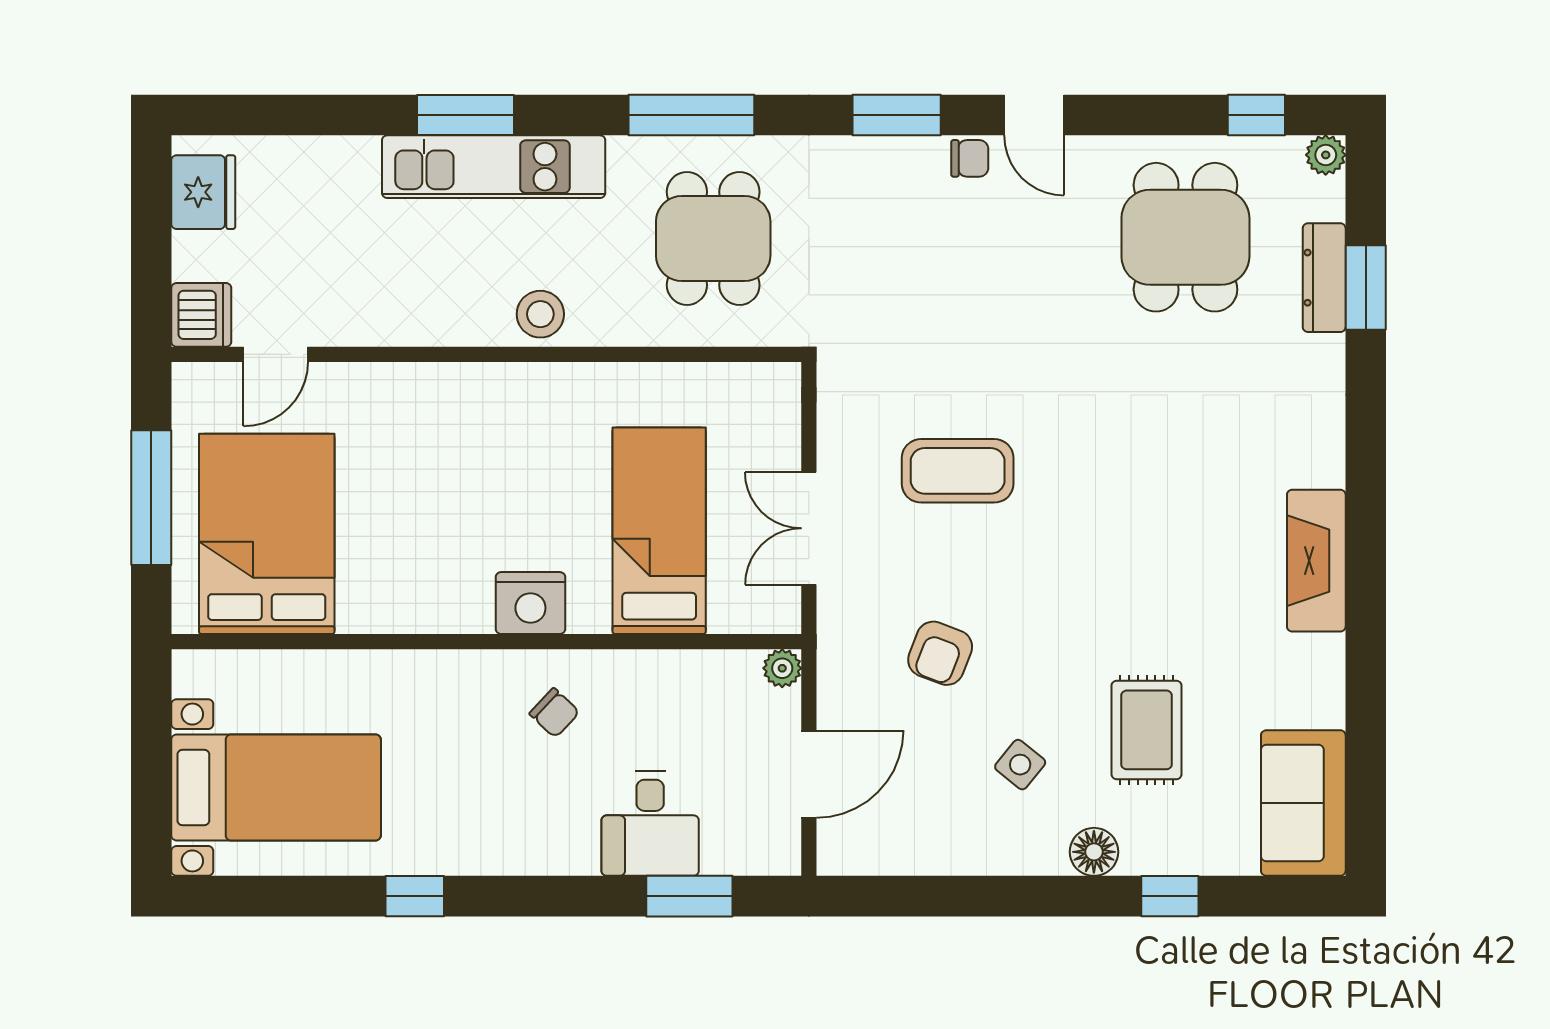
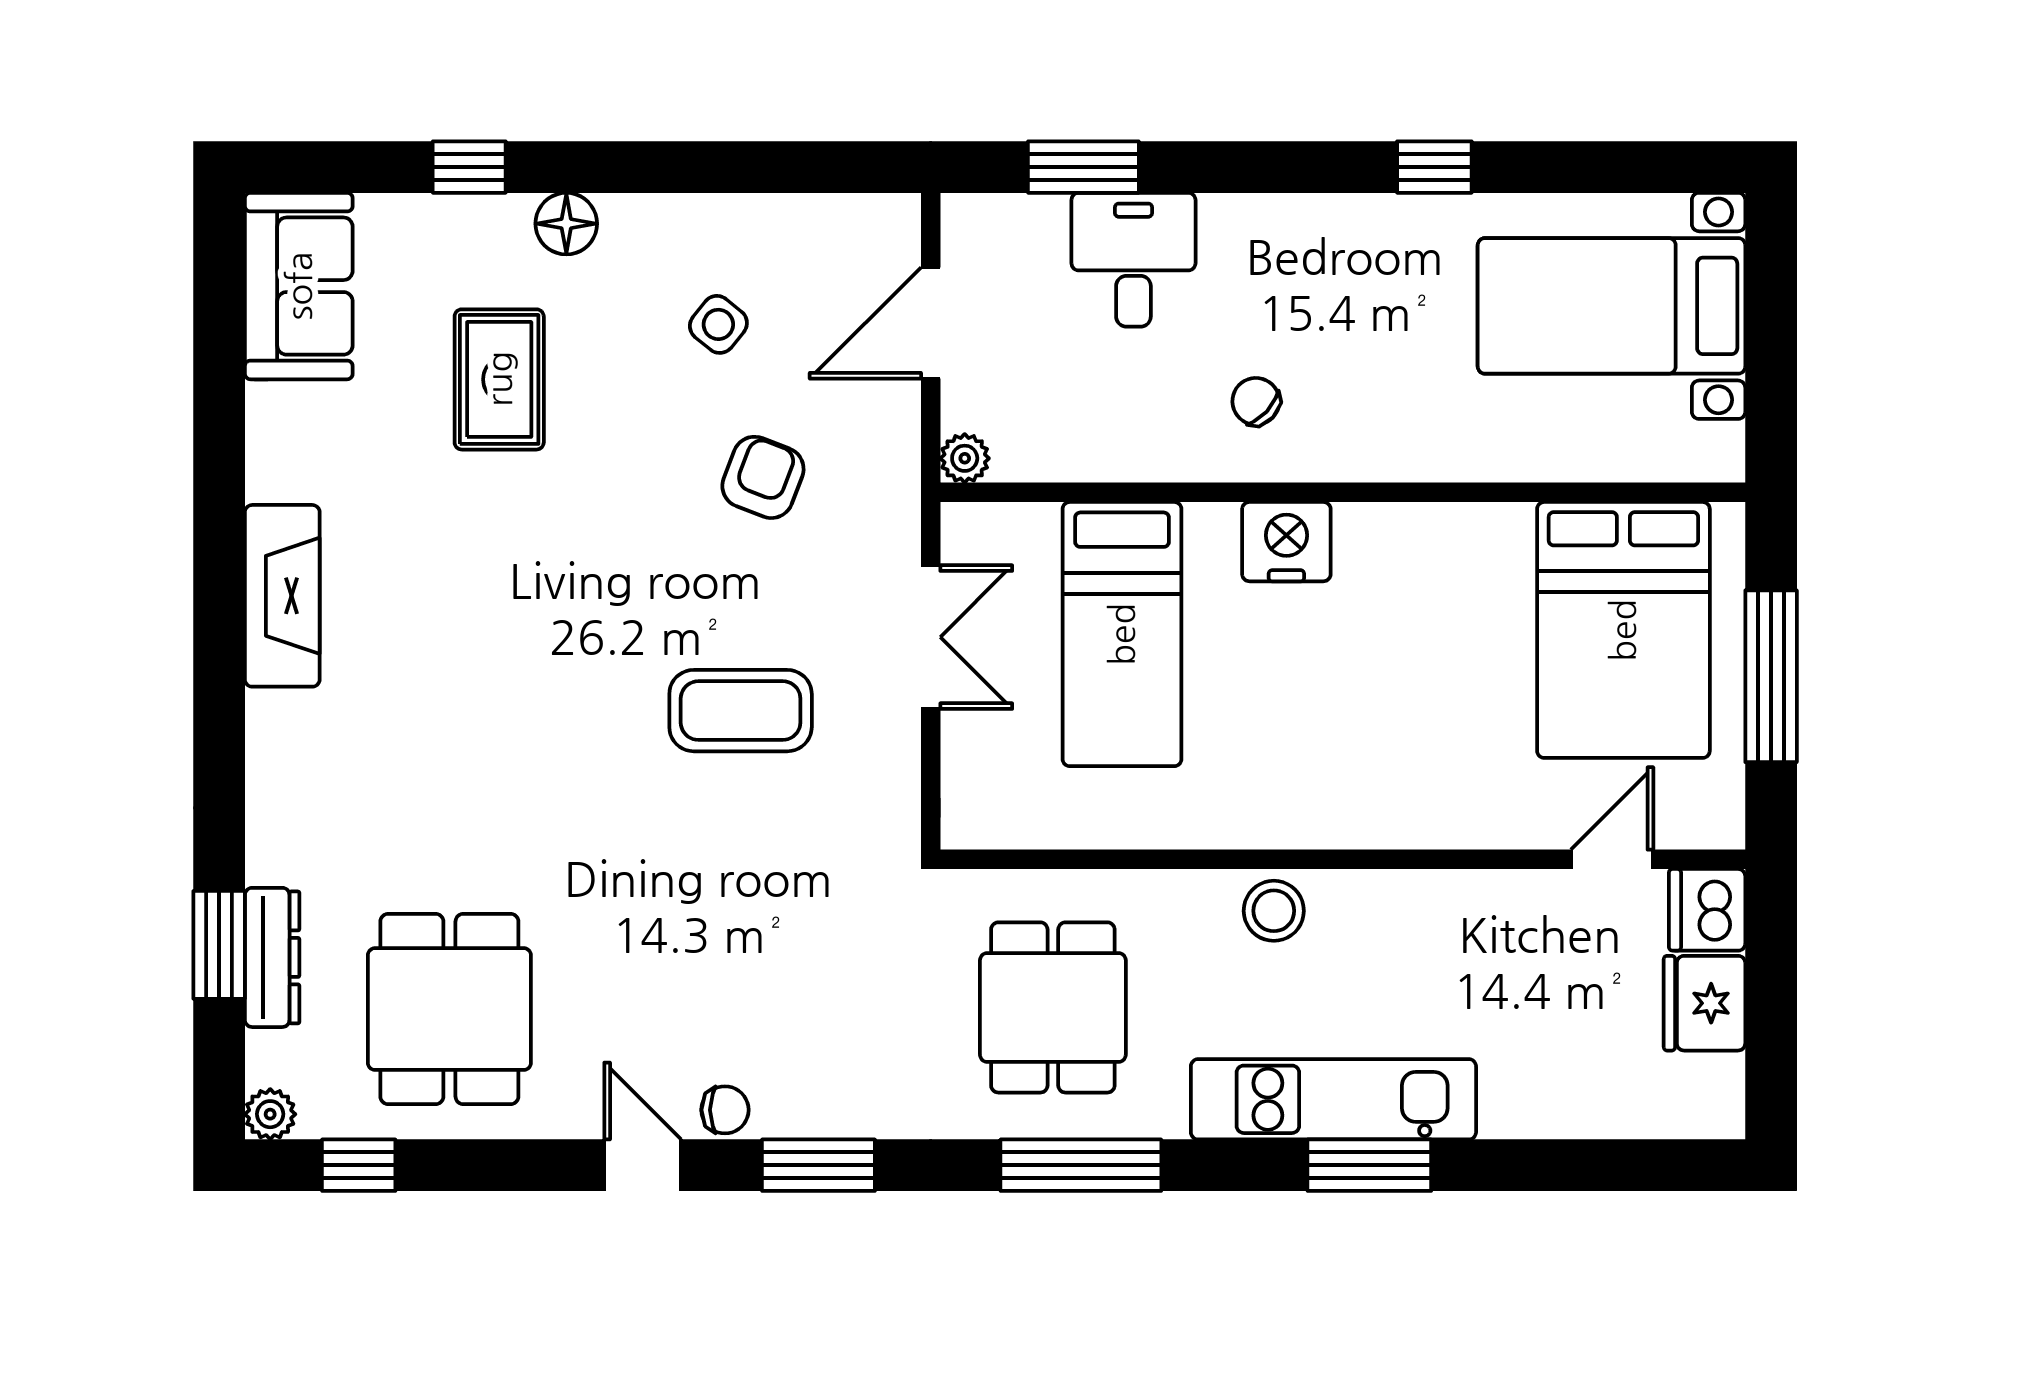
chair: (970, 158) -> (725, 1110), turned 180
fridge: (203, 192) -> (1705, 1003), moved
side table: (1020, 765) -> (718, 324), moved

